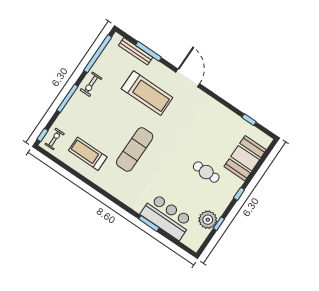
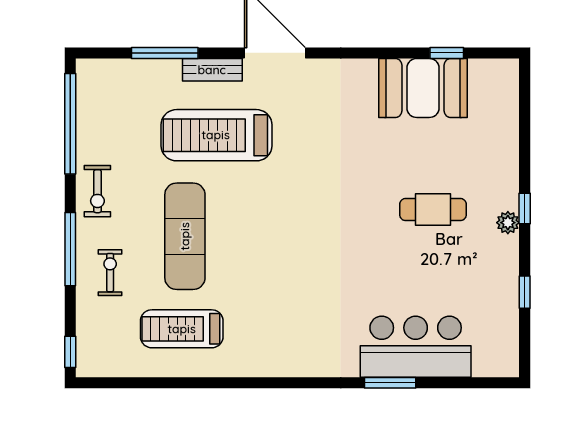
bench: (136, 51) -> (212, 70), moved, width x0.73
treadmill: (147, 93) -> (216, 135), turned 180
exercise bike: (55, 139) -> (110, 273), moved
exercise mat: (135, 149) -> (185, 236), moved
booth: (245, 158) -> (423, 88), moved, turned 90
plant: (208, 220) -> (508, 223), moved, width x0.53, depth x0.53

